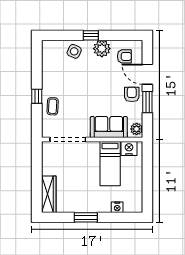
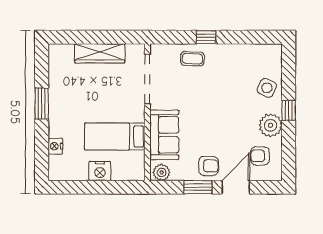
armchair: (124, 56) -> (260, 156), turned 90
nightstand: (129, 148) -> (100, 171), moved, turned 90
wardrobe: (49, 194) -> (100, 53), moved

